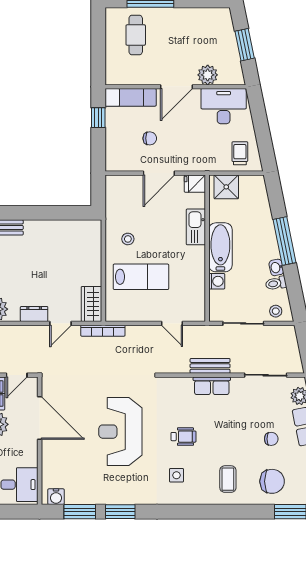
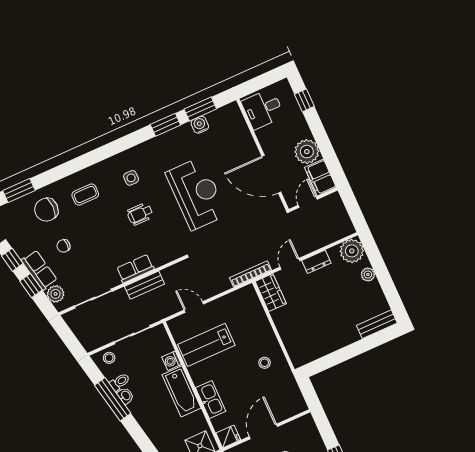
window: (285, 241) -> (113, 399), moved
lab bench: (141, 277) -> (206, 345), moved
coffee table: (228, 479) -> (85, 195), turned 90
water cooler: (56, 497) -> (200, 125), moved

